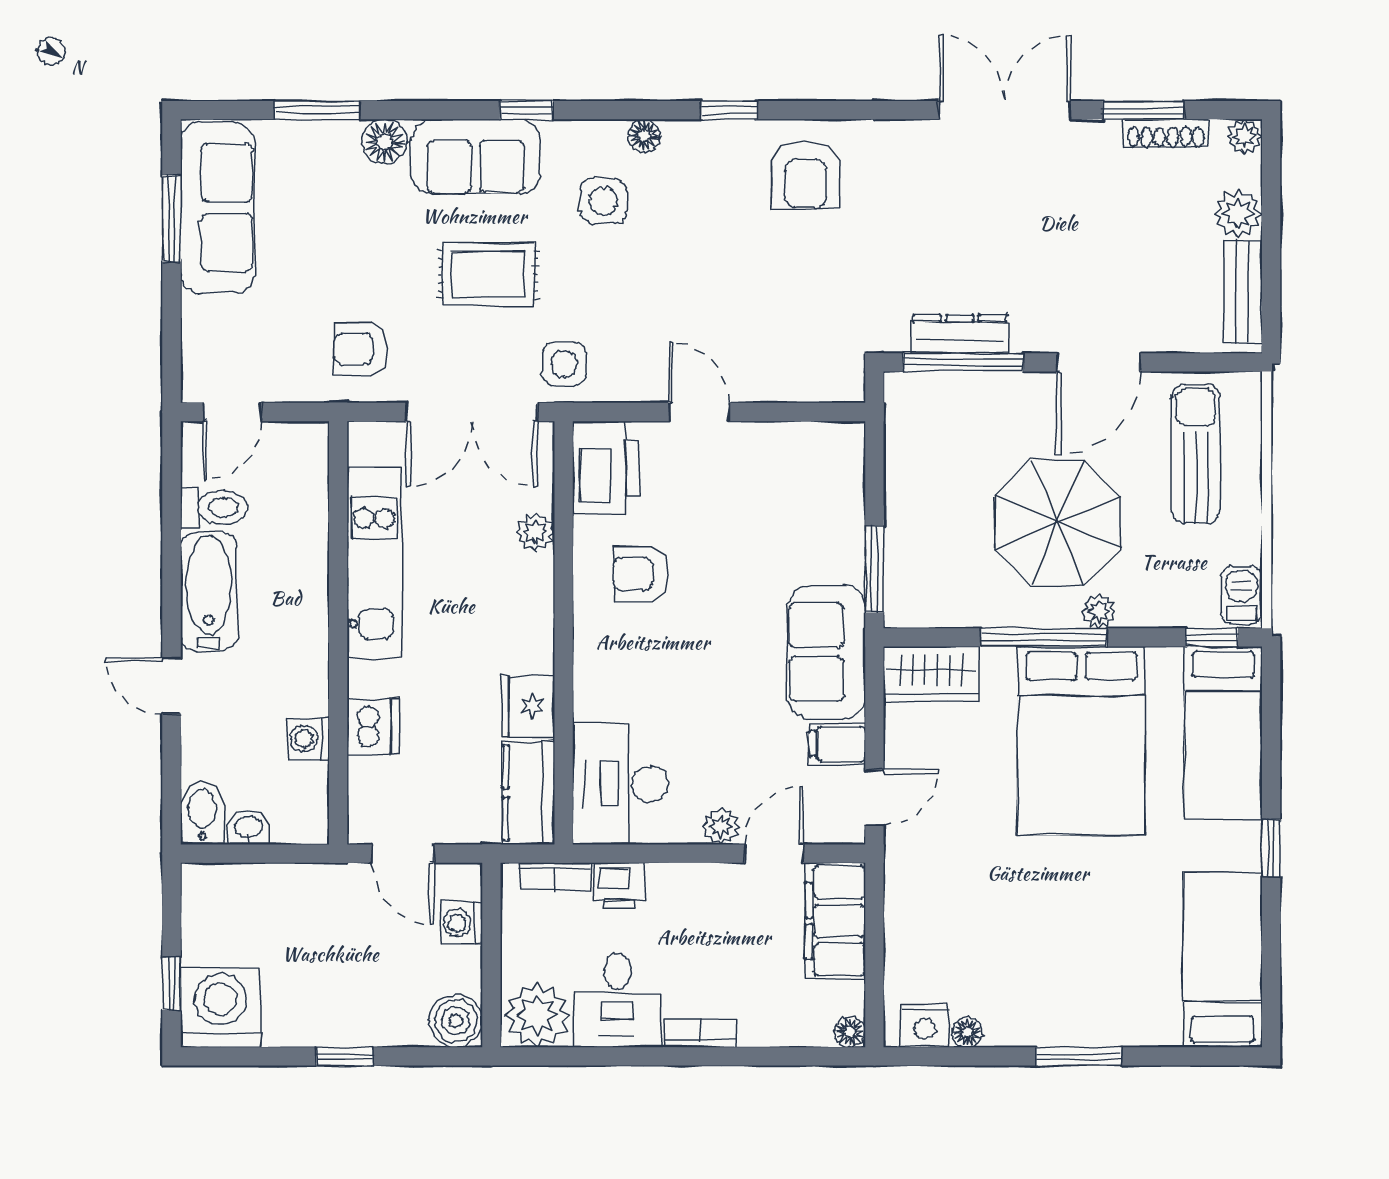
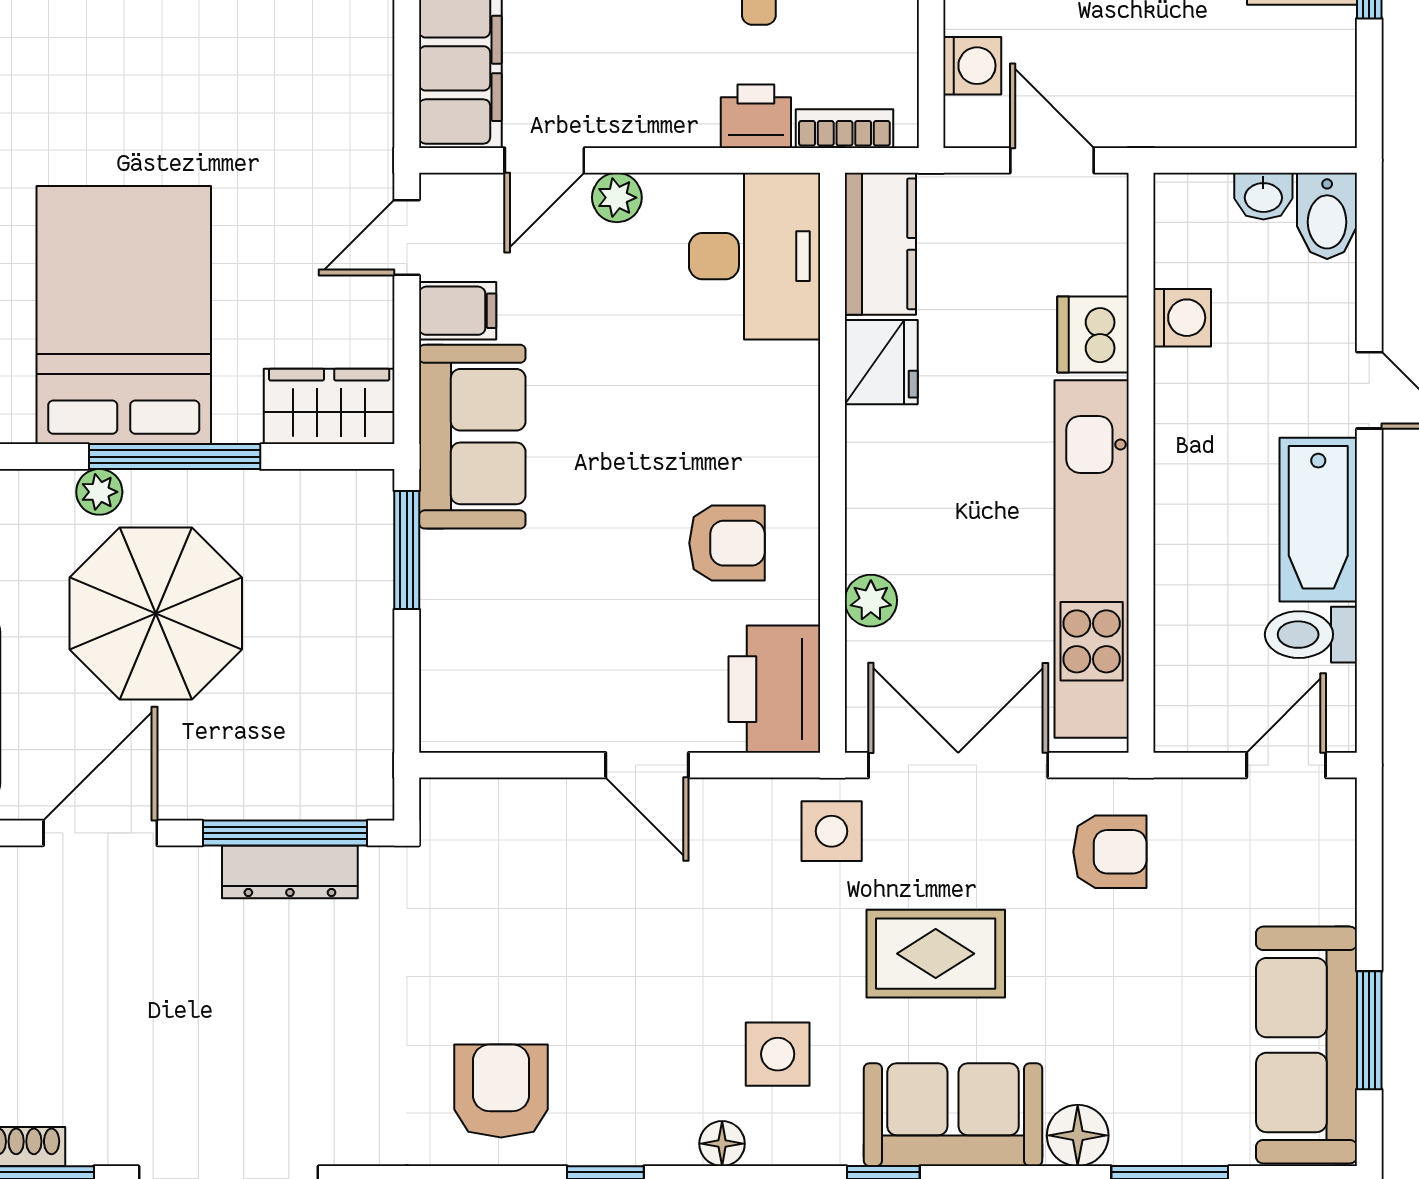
kitchen unit: (374, 563) -> (1092, 559), width x1.36

